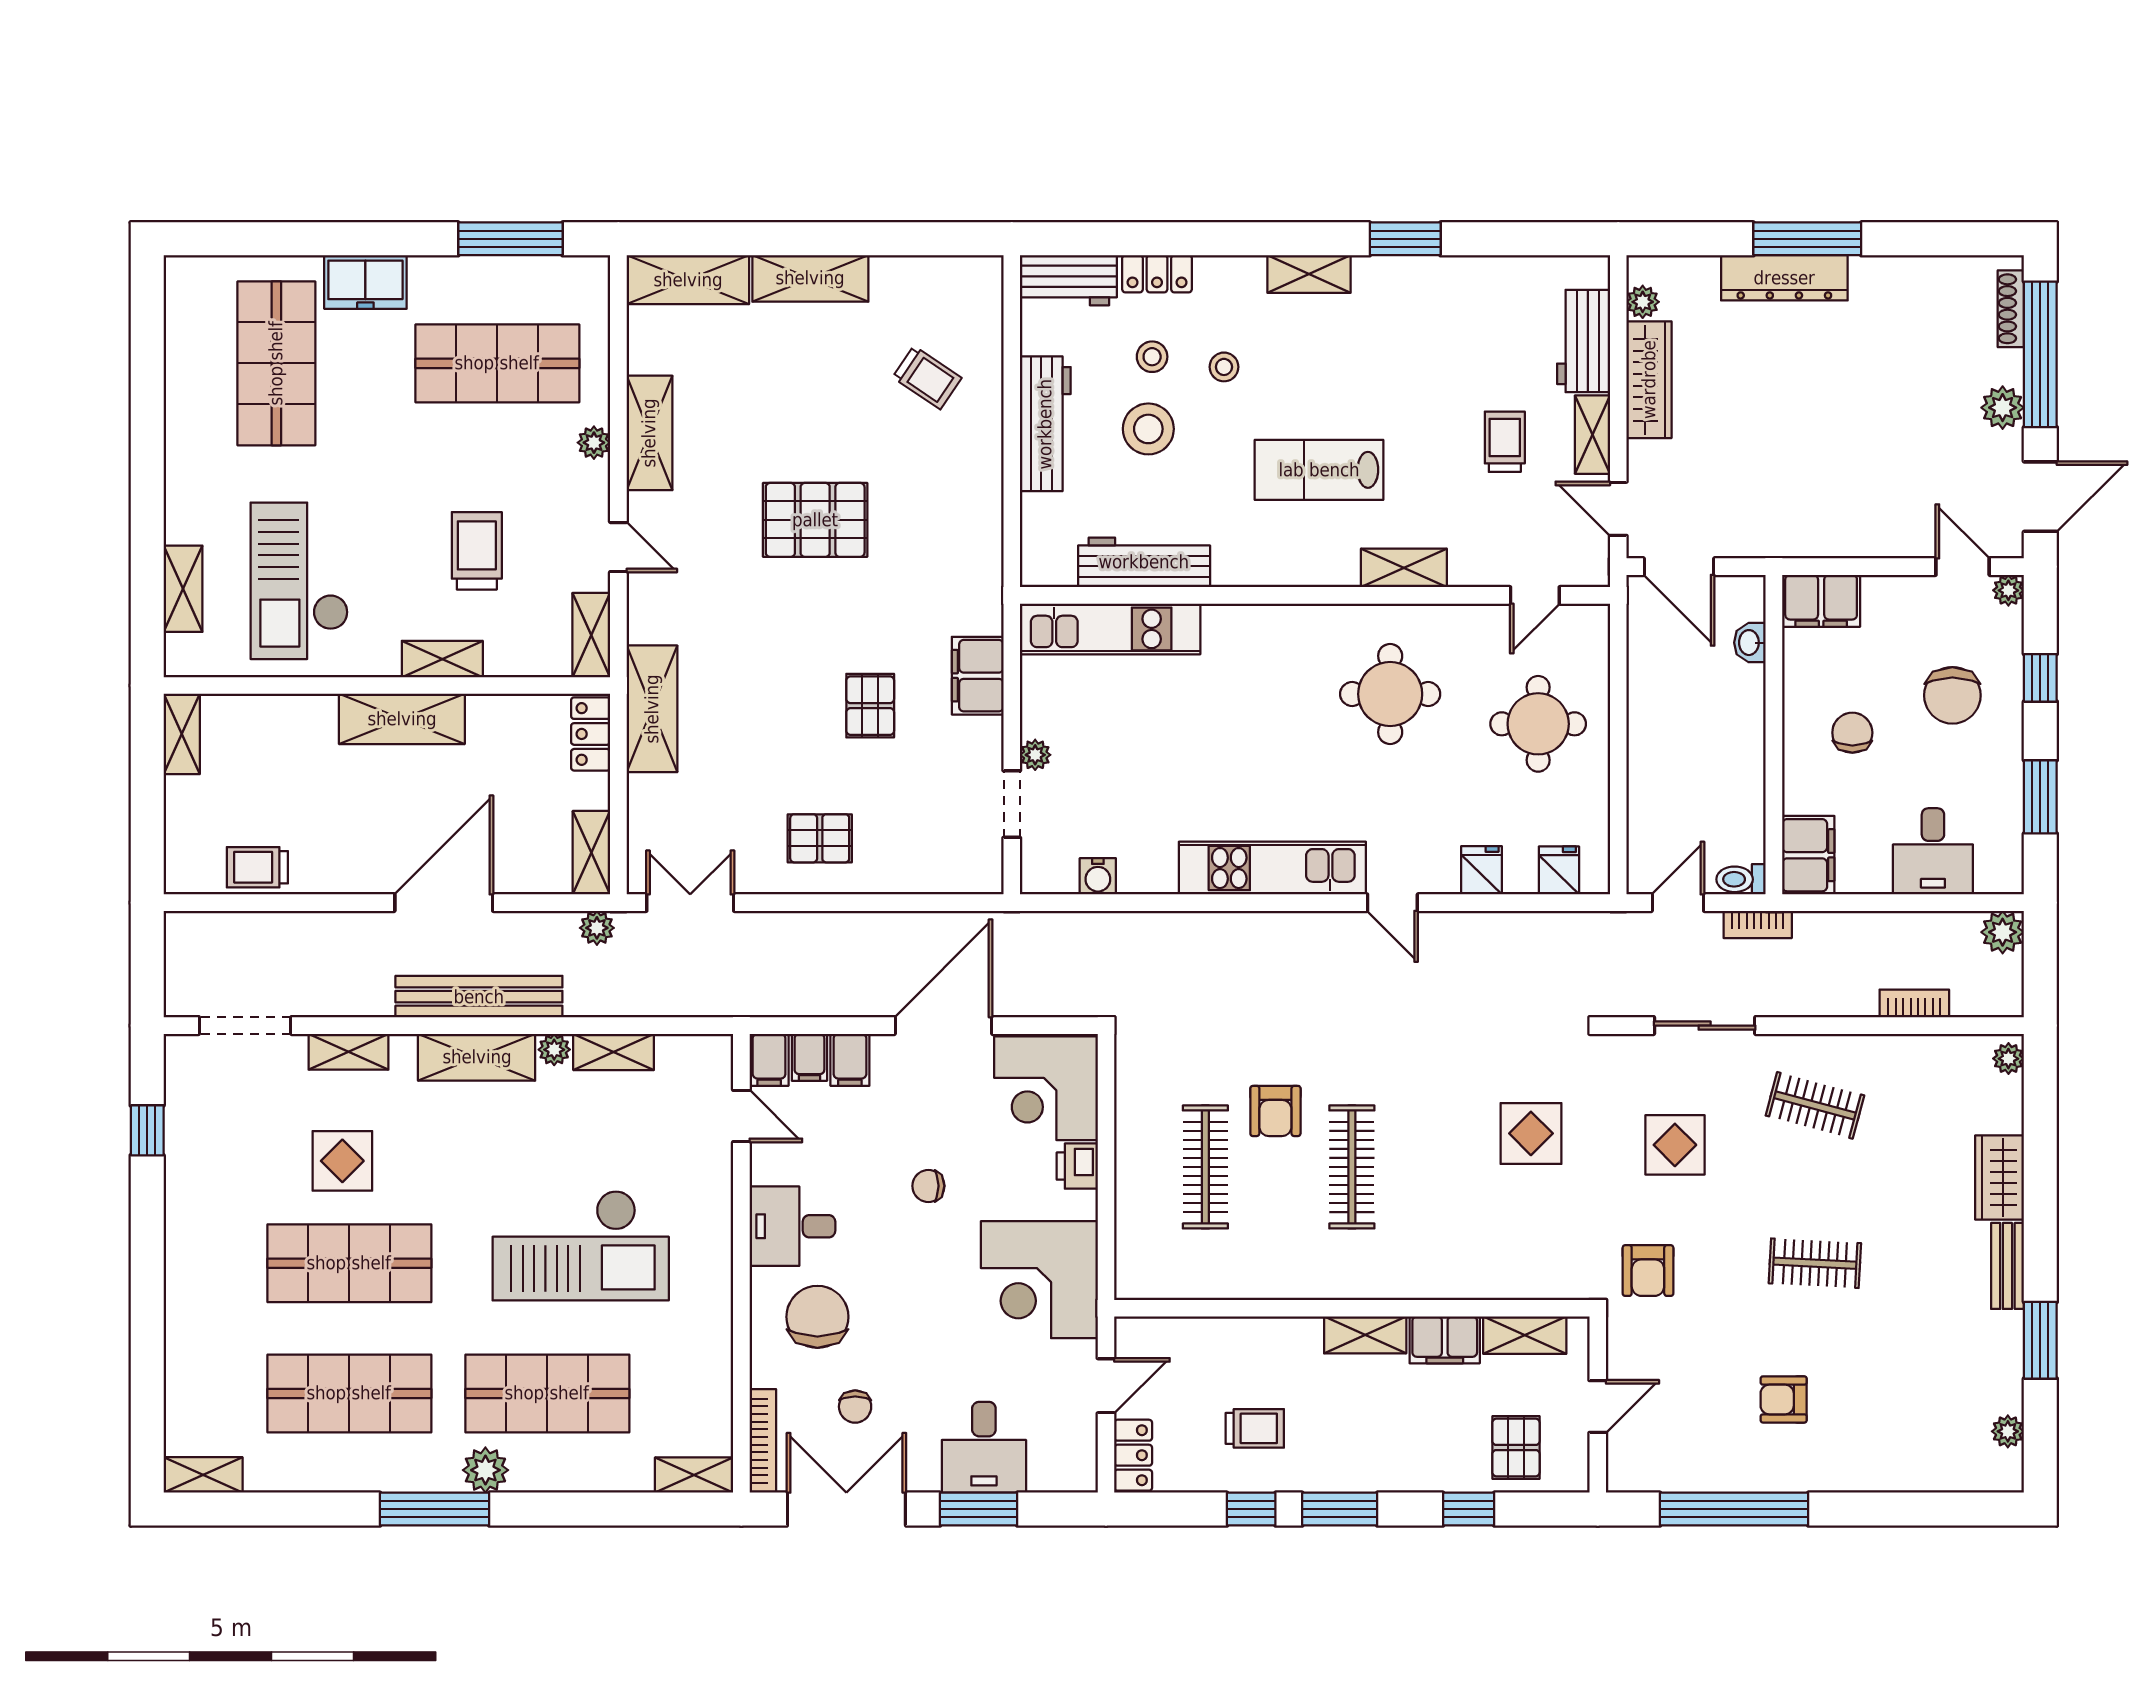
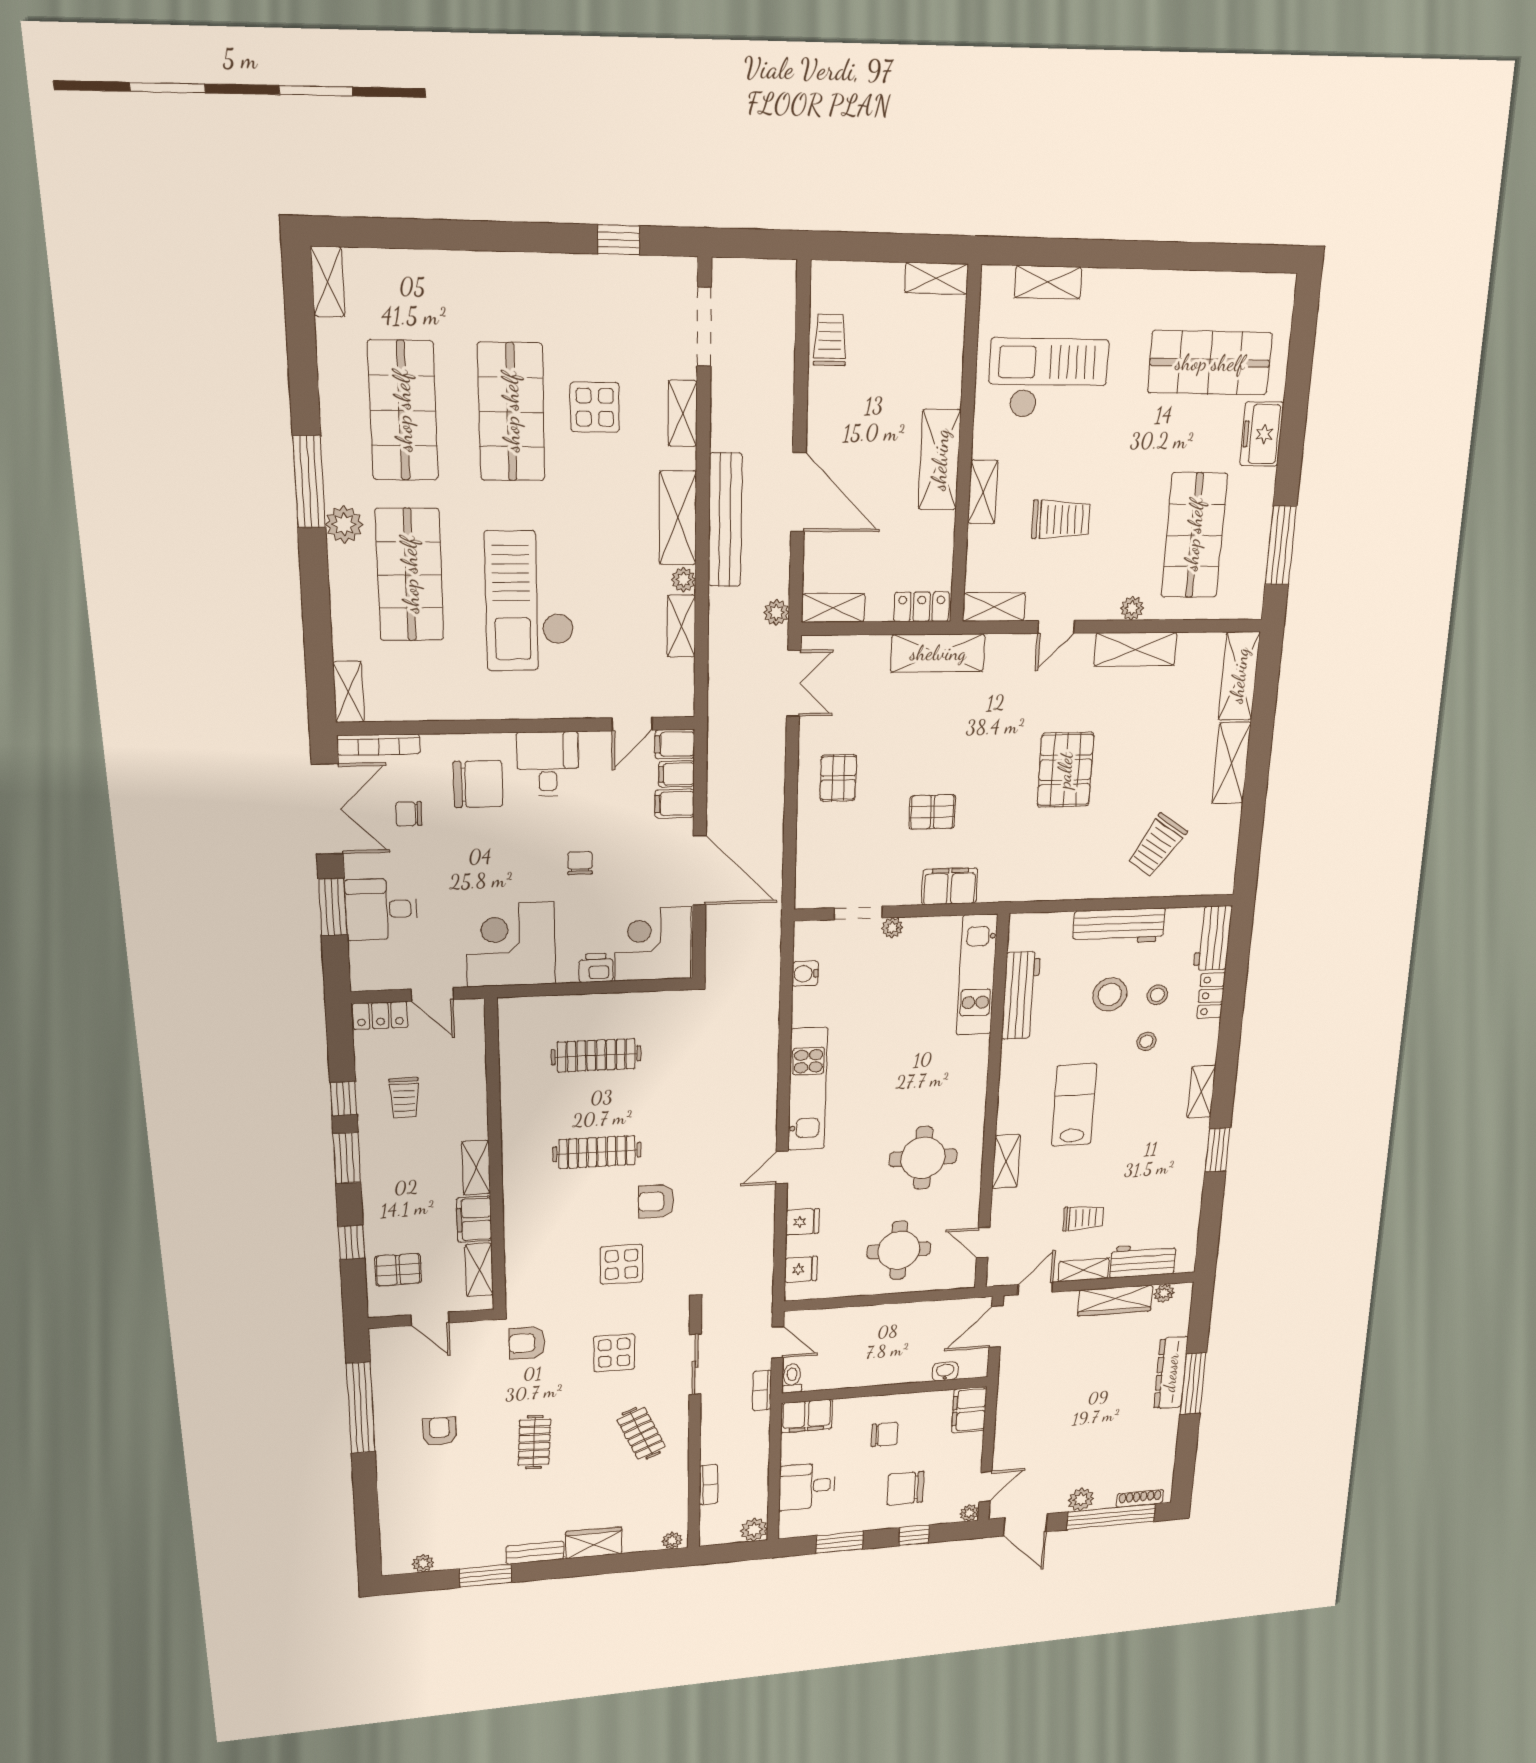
trolley: (927, 378) -> (1157, 845), width x1.36, depth x1.39
clothes rail: (1815, 1105) -> (641, 1433), turned -39
armchair: (1275, 1111) -> (656, 1201), moved

